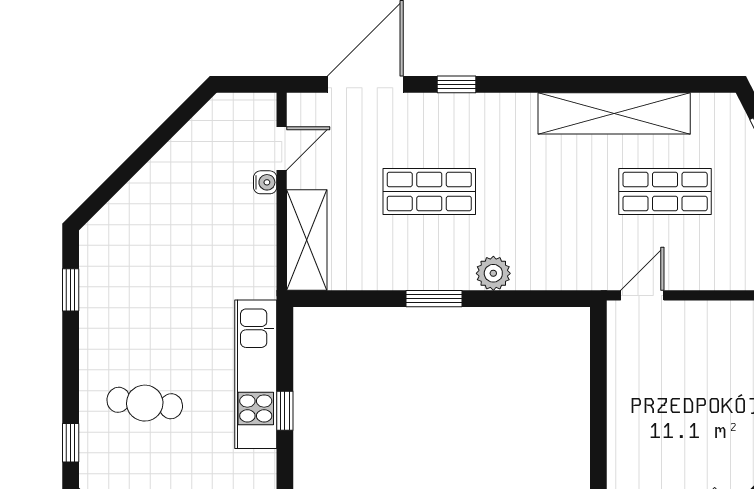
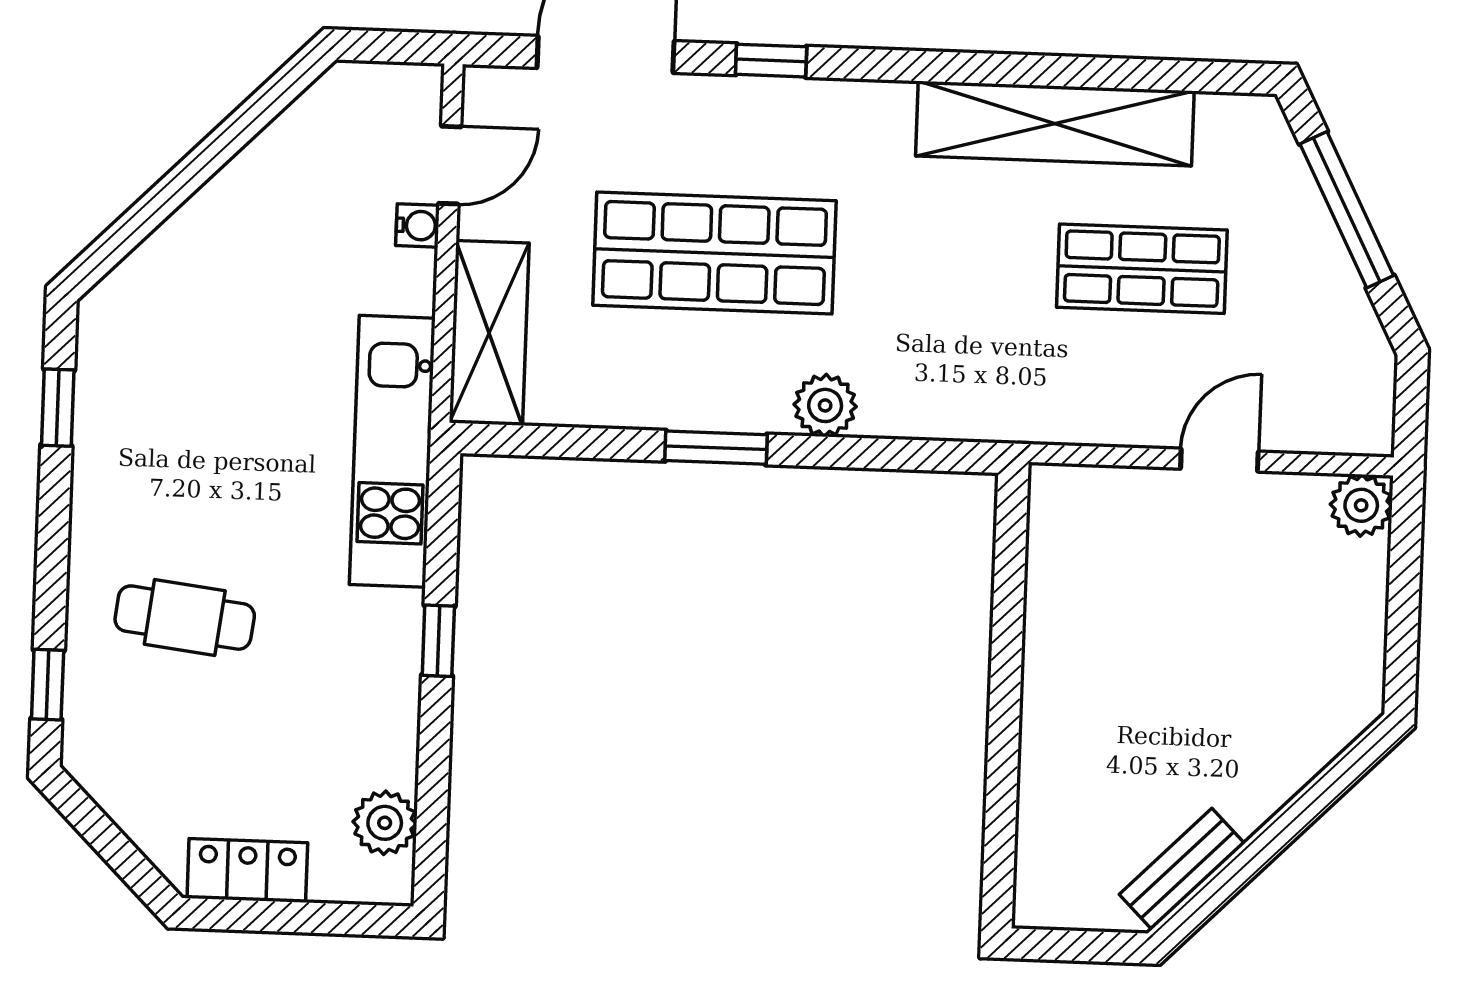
shop shelf: (429, 192) -> (714, 253), width x1.43, depth x1.36
door: (642, 295) -> (1219, 460), moved
kitchen unit: (256, 374) -> (392, 451), moved

